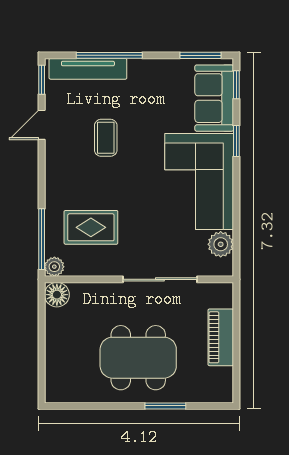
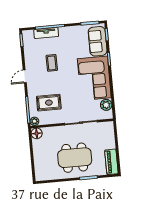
tv unit: (88, 69) -> (46, 33), width x0.71
door: (42, 125) -> (25, 76), moved
piano: (221, 337) -> (111, 162), moved

